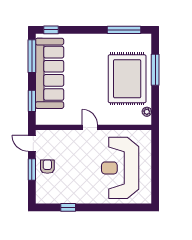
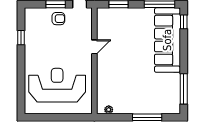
sofa: (50, 73) -> (167, 40), moved, turned 90
rug: (127, 79) -> (139, 92), removed
door: (90, 127) -> (94, 47), moved

